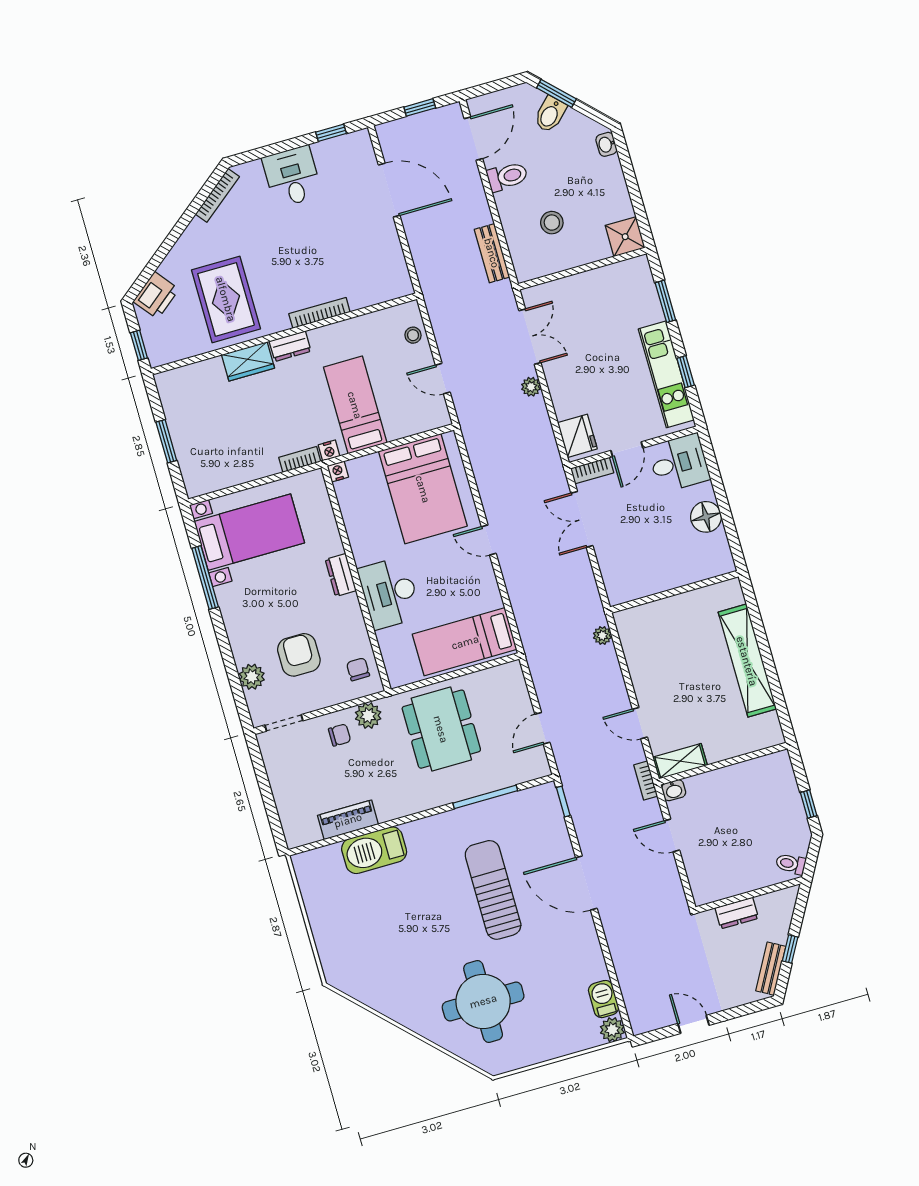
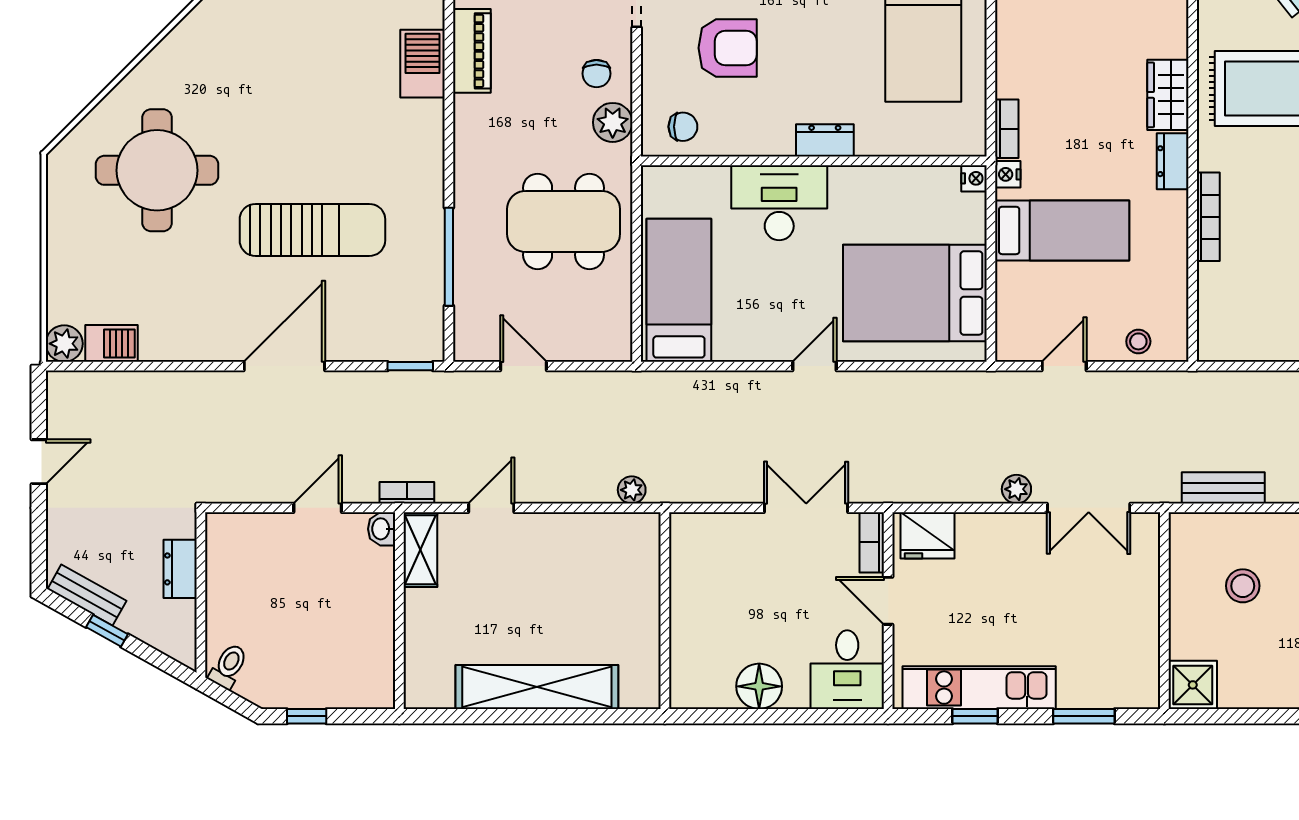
barbecue: (374, 850) -> (422, 64), width x0.73, depth x0.83

